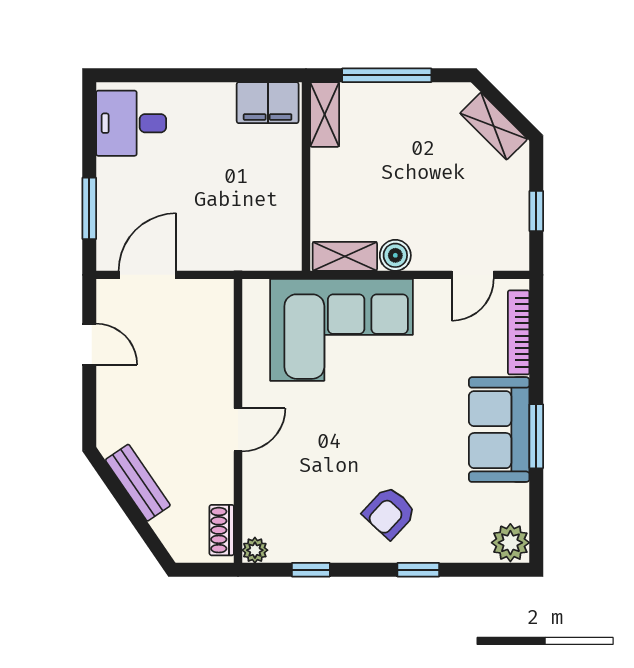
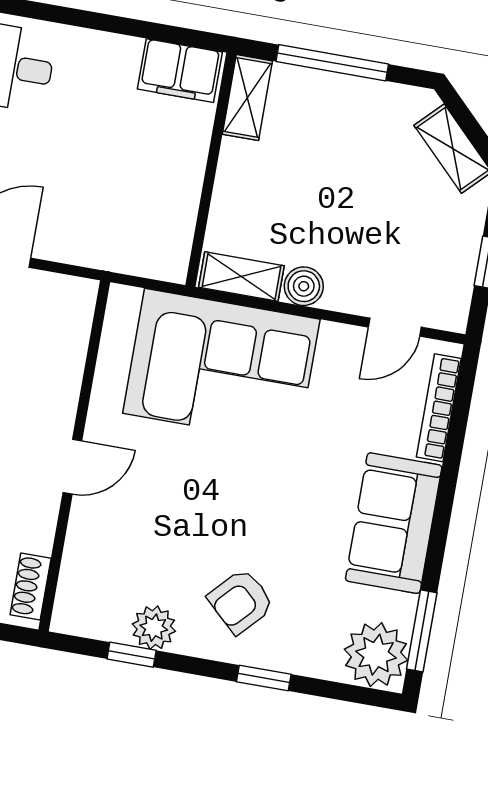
window: (536, 436) -> (422, 631), moved
plant: (510, 543) -> (376, 655), width x1.36, depth x1.36
plant: (255, 550) -> (154, 628), moved, width x1.38, depth x1.38

